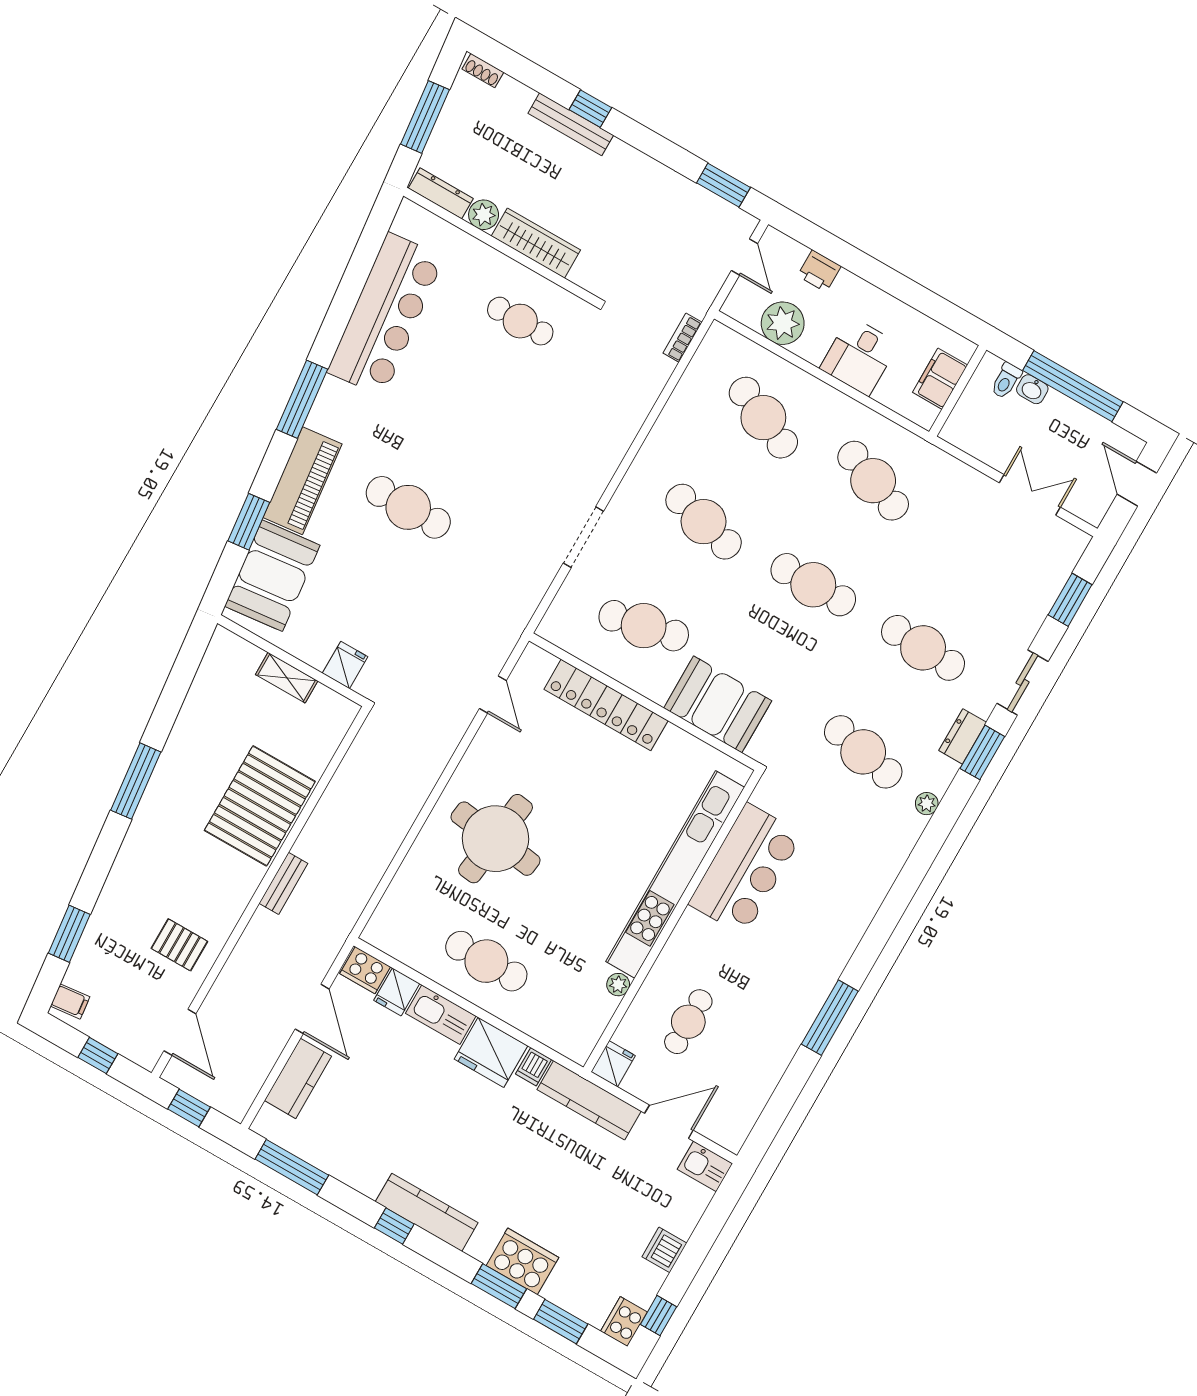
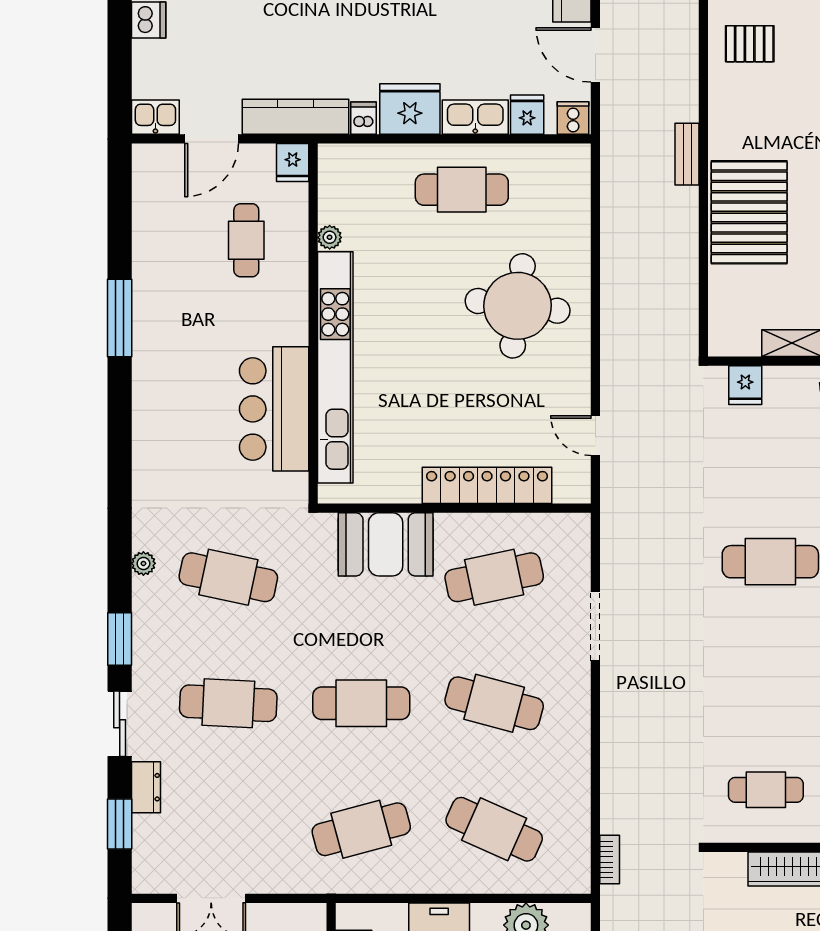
cafe table: (873, 481) -> (361, 829), turned -36
dresser: (963, 736) -> (146, 787), moved
cooker: (365, 970) -> (573, 118), width x0.73

